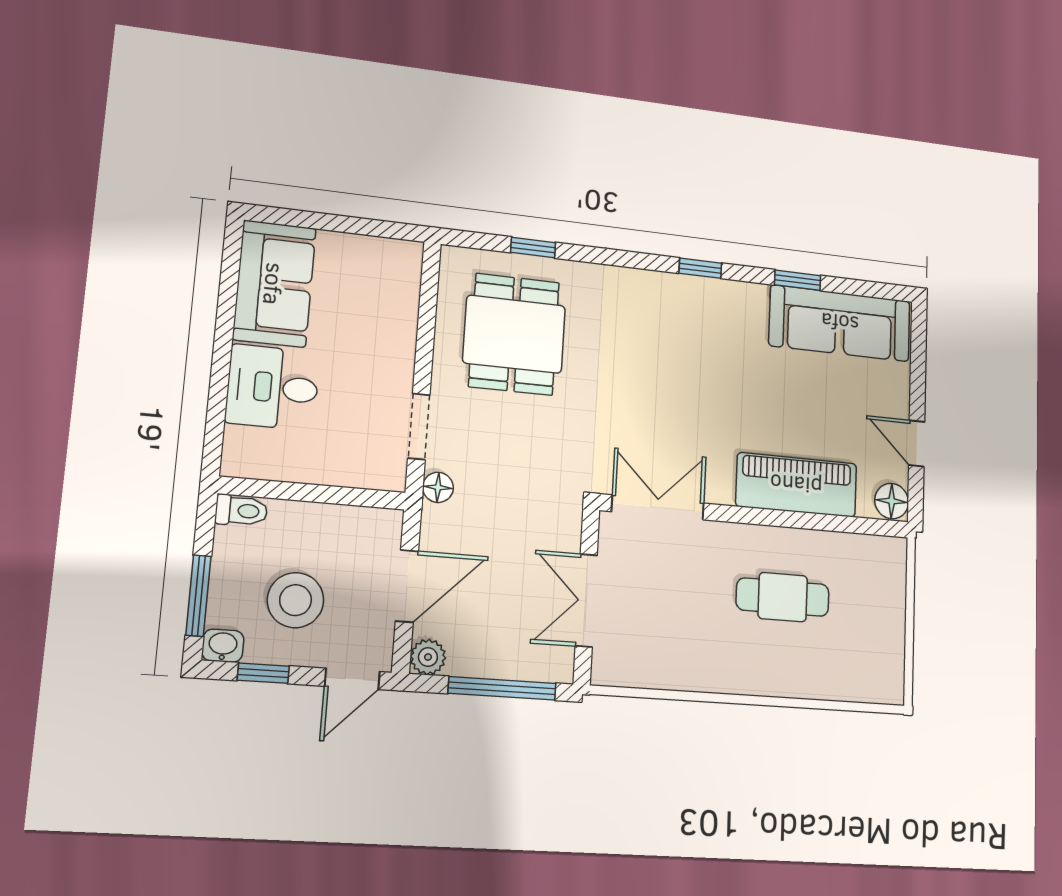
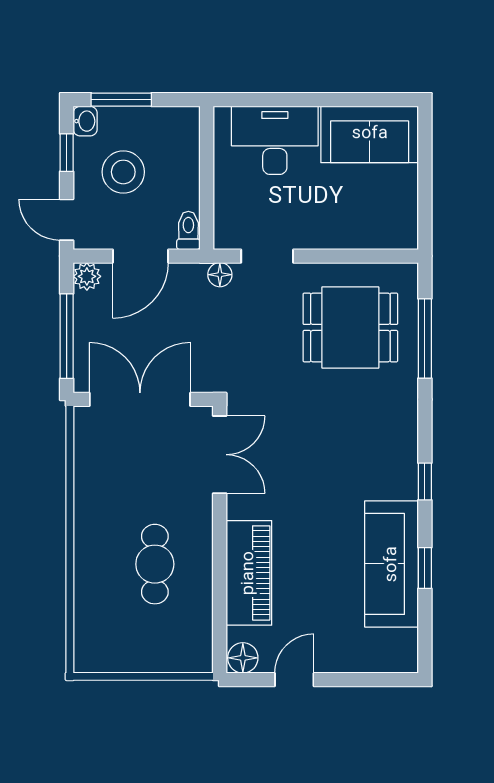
window: (533, 247) -> (425, 339), width x2.17
sofa: (840, 323) -> (392, 564), moved
desk: (273, 387) -> (275, 140), width x1.37
toilet: (241, 511) -> (188, 230), moved, turned 180
door: (407, 586) -> (141, 256), hinge flipped
double door: (586, 600) -> (140, 399), width x1.37

